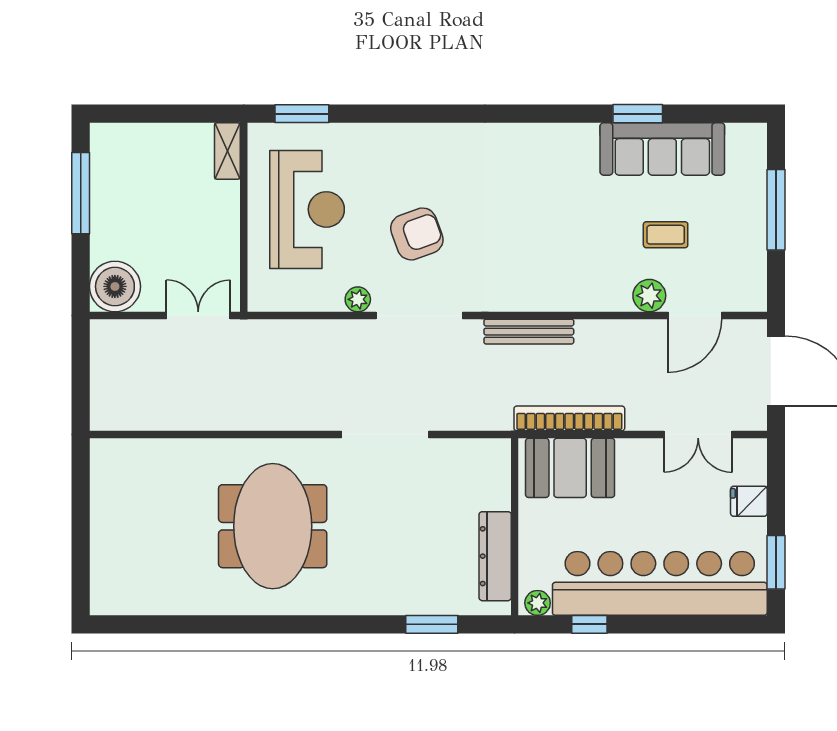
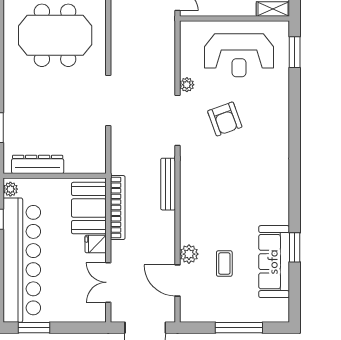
fridge: (749, 501) -> (96, 244), moved, turned -90

